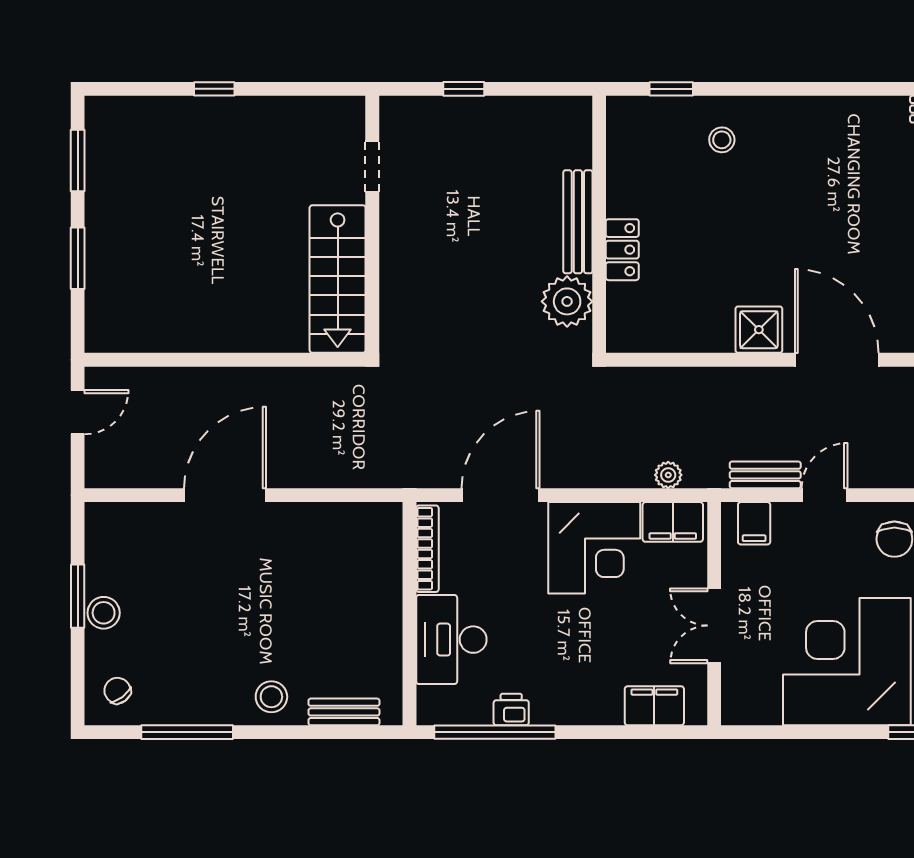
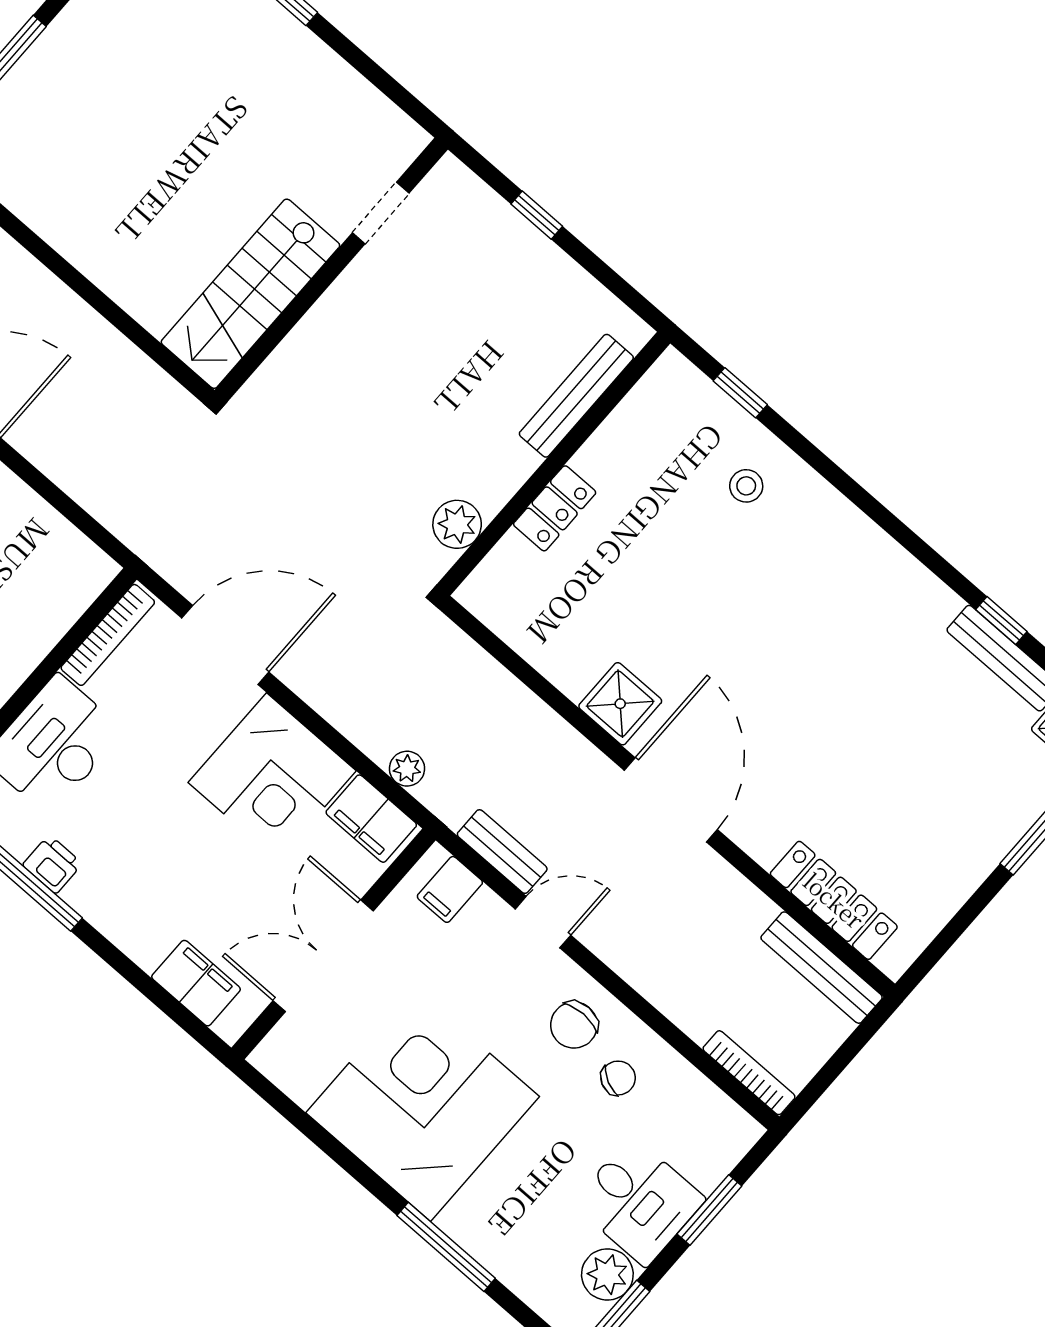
bench: (578, 222) -> (576, 396), moved
plant: (567, 301) -> (457, 524), width x0.73, depth x0.73
double door: (714, 626) -> (323, 956), width x1.37

